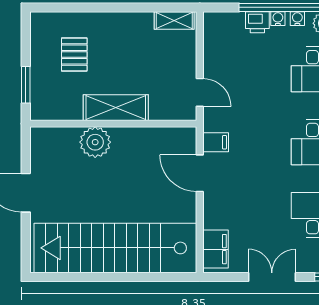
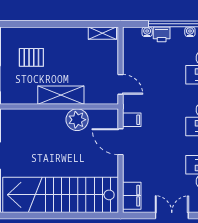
water cooler: (278, 19) -> (147, 32), moved
pallet: (74, 55) -> (31, 57), turned 90
plant: (95, 142) -> (77, 120), moved

